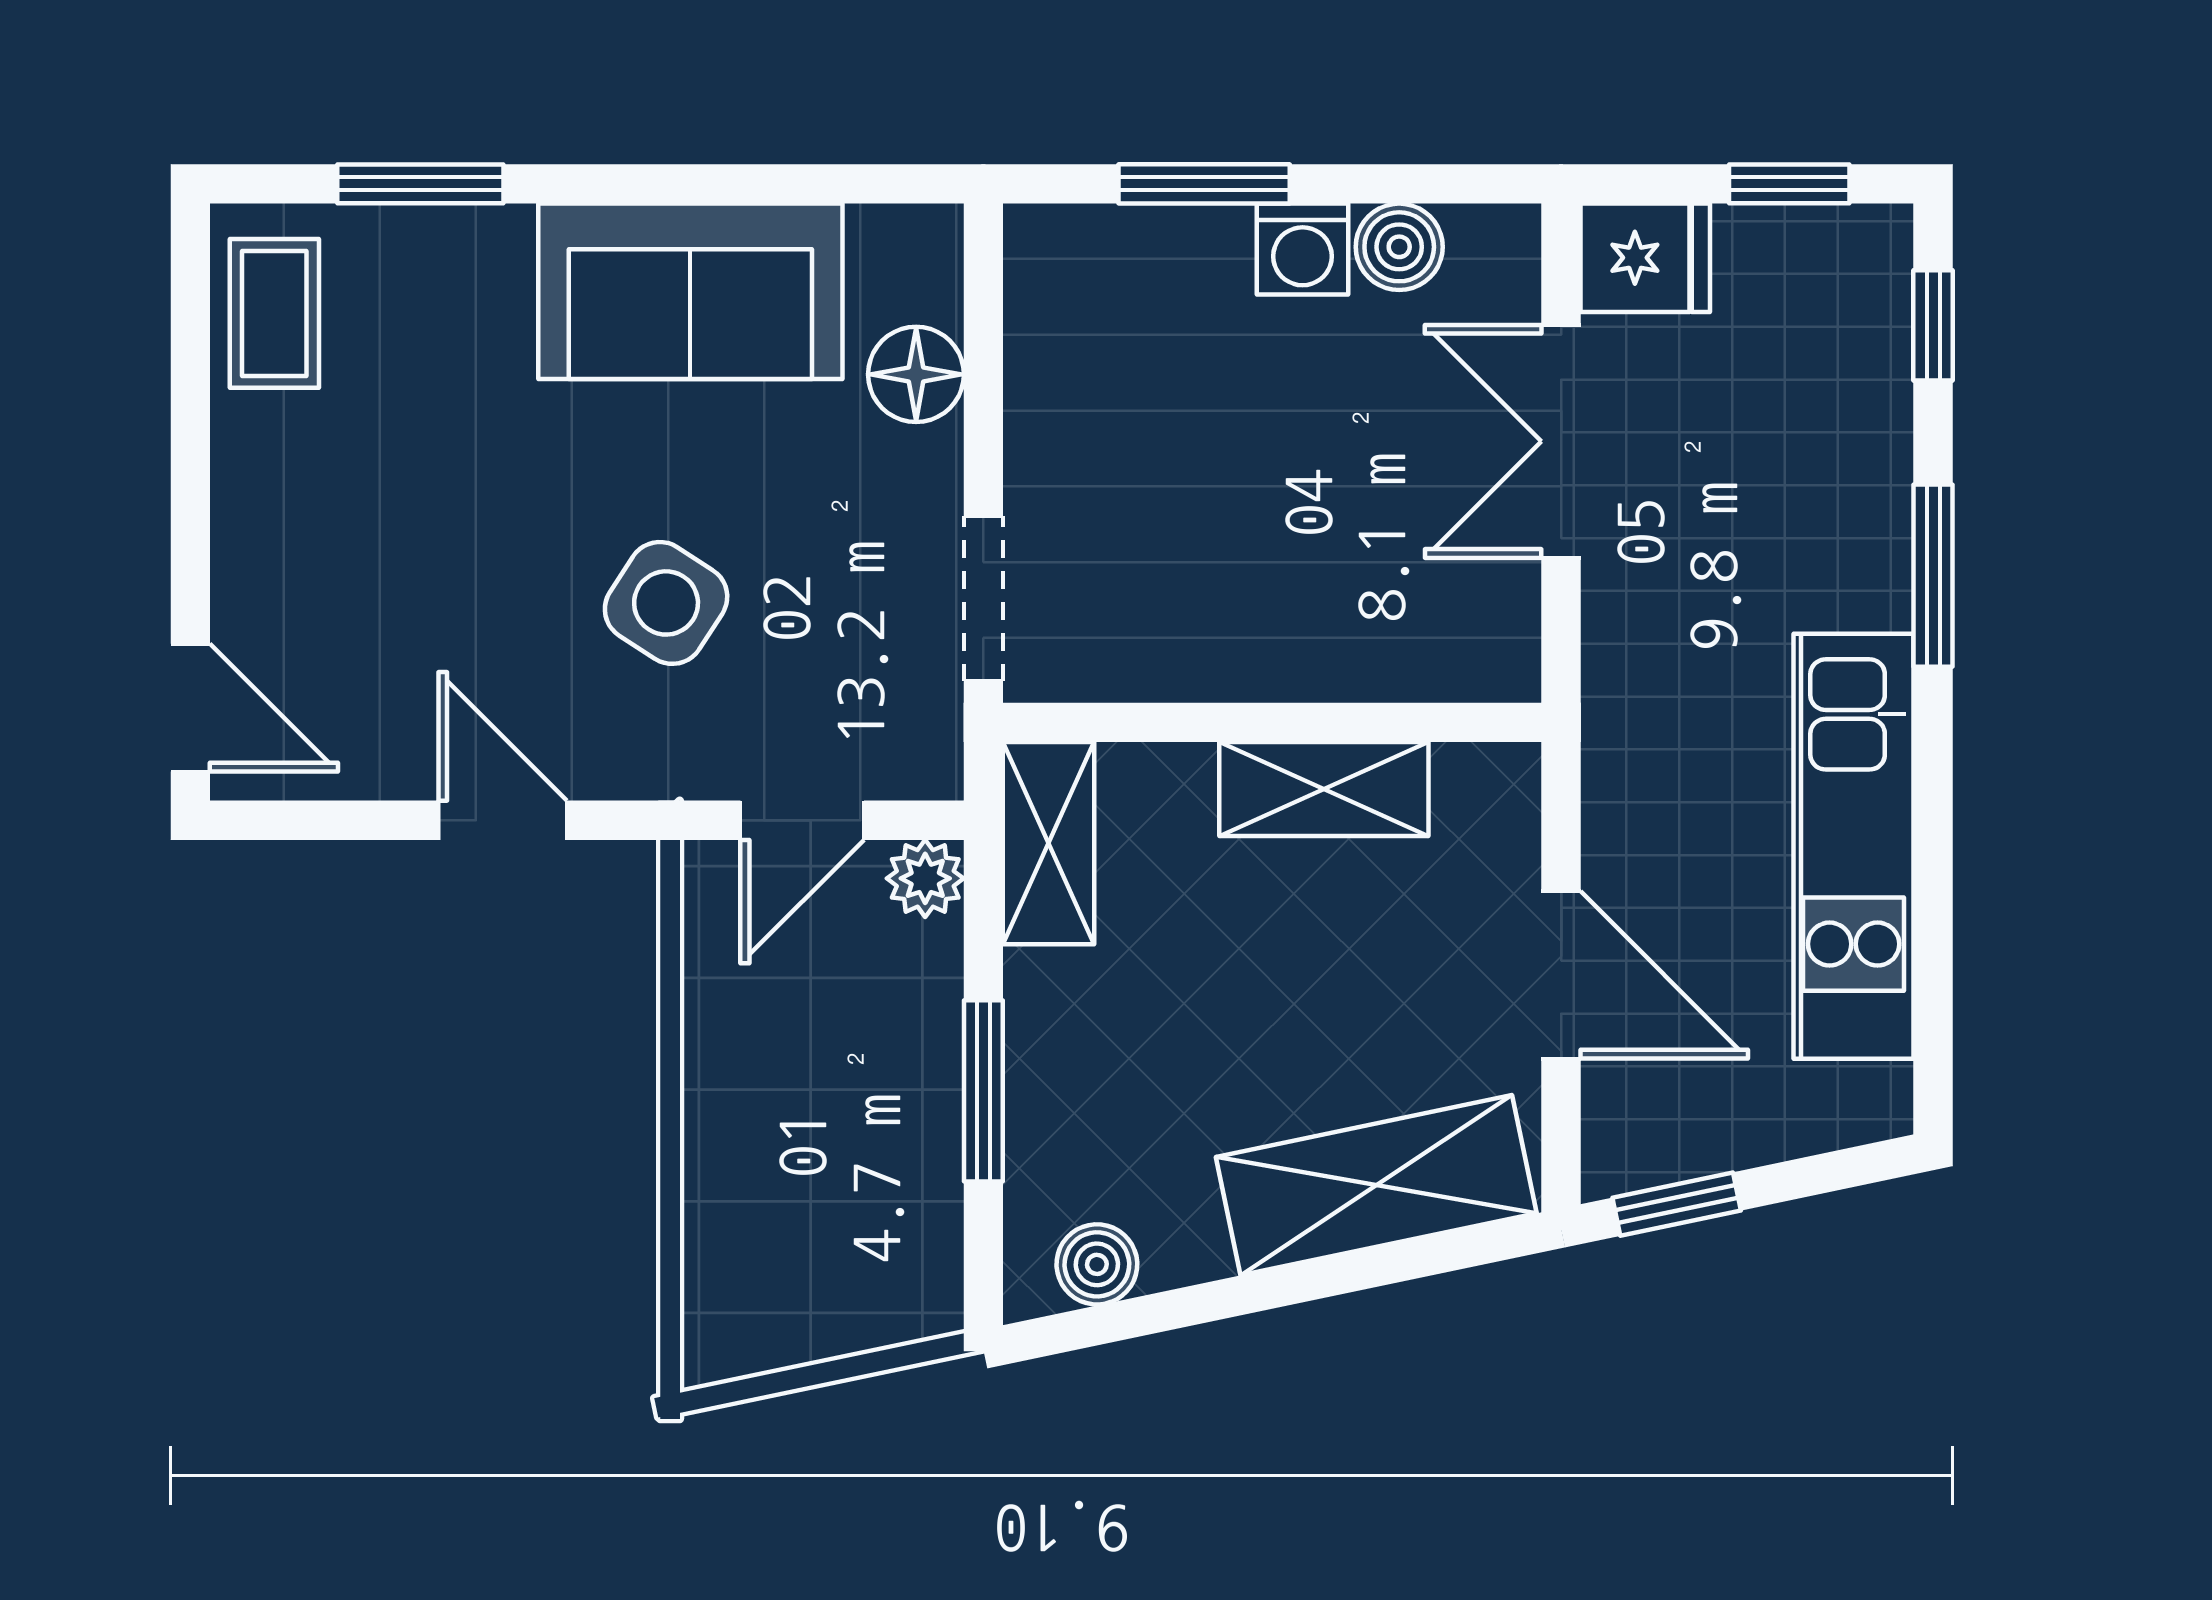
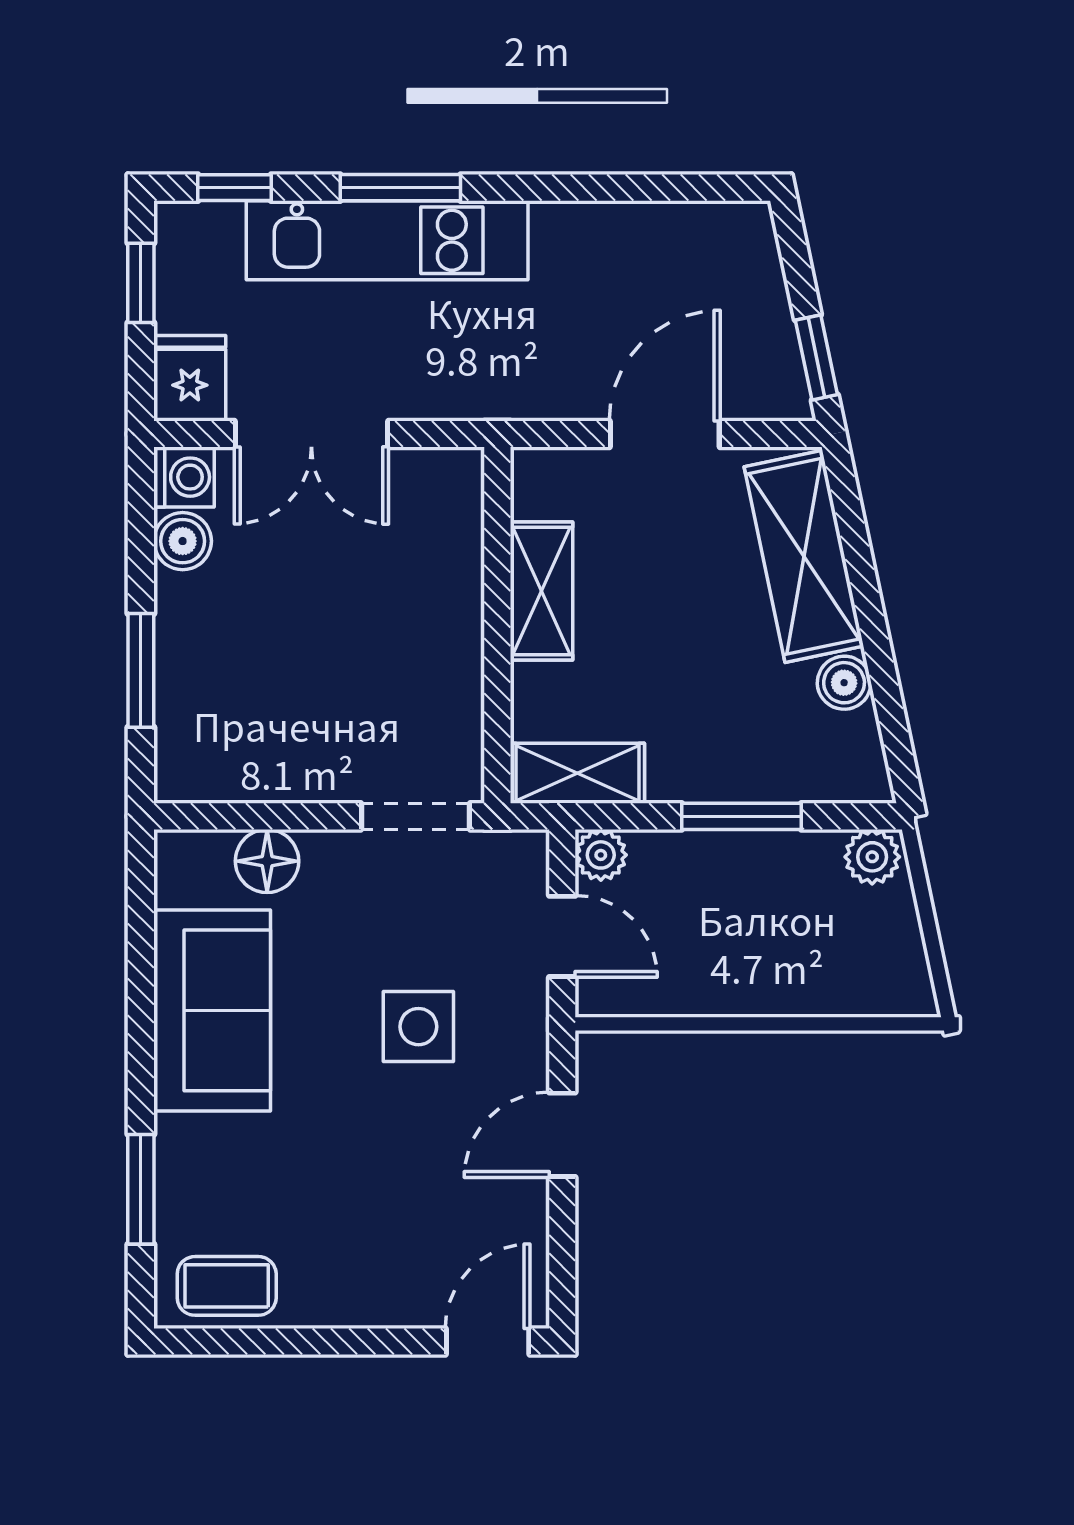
washing machine: (1303, 249) -> (184, 477), moved
side table: (666, 603) -> (418, 1027), turned -33
kitchen unit: (1854, 846) -> (387, 240), moved
boiler: (1097, 1264) -> (844, 683), moved
plant: (922, 1288) -> (872, 857), added

